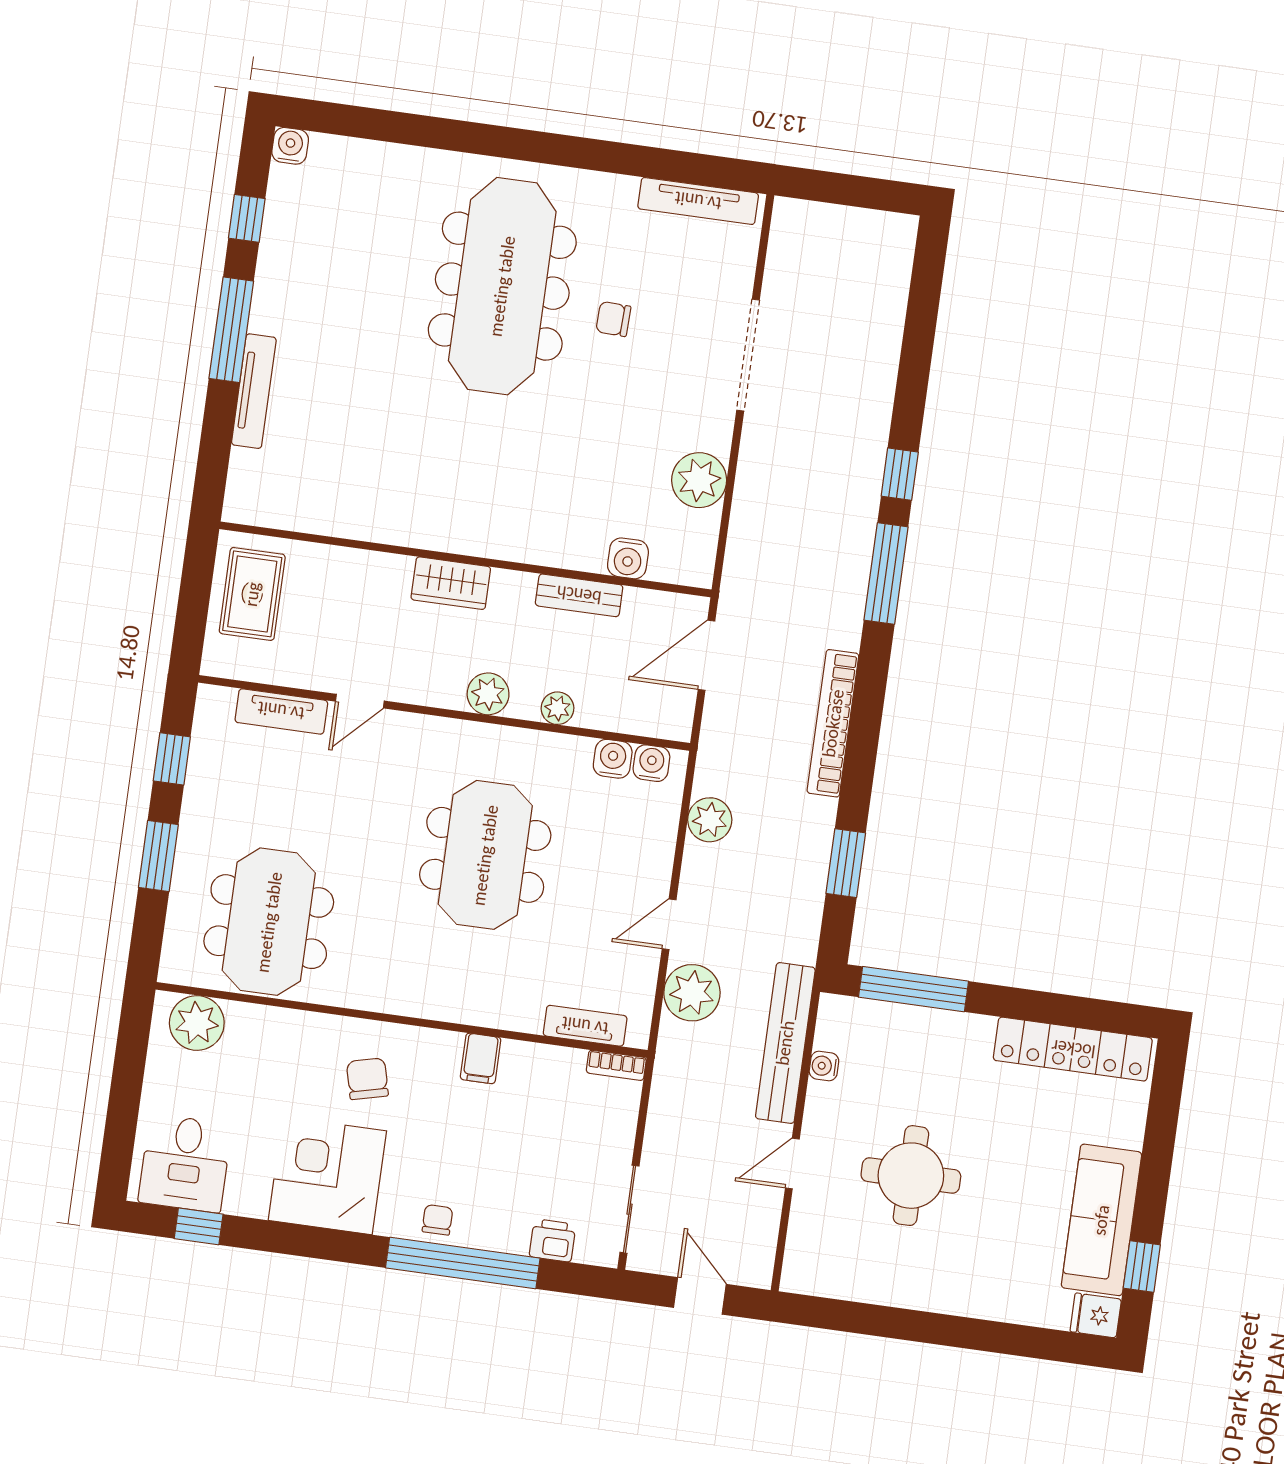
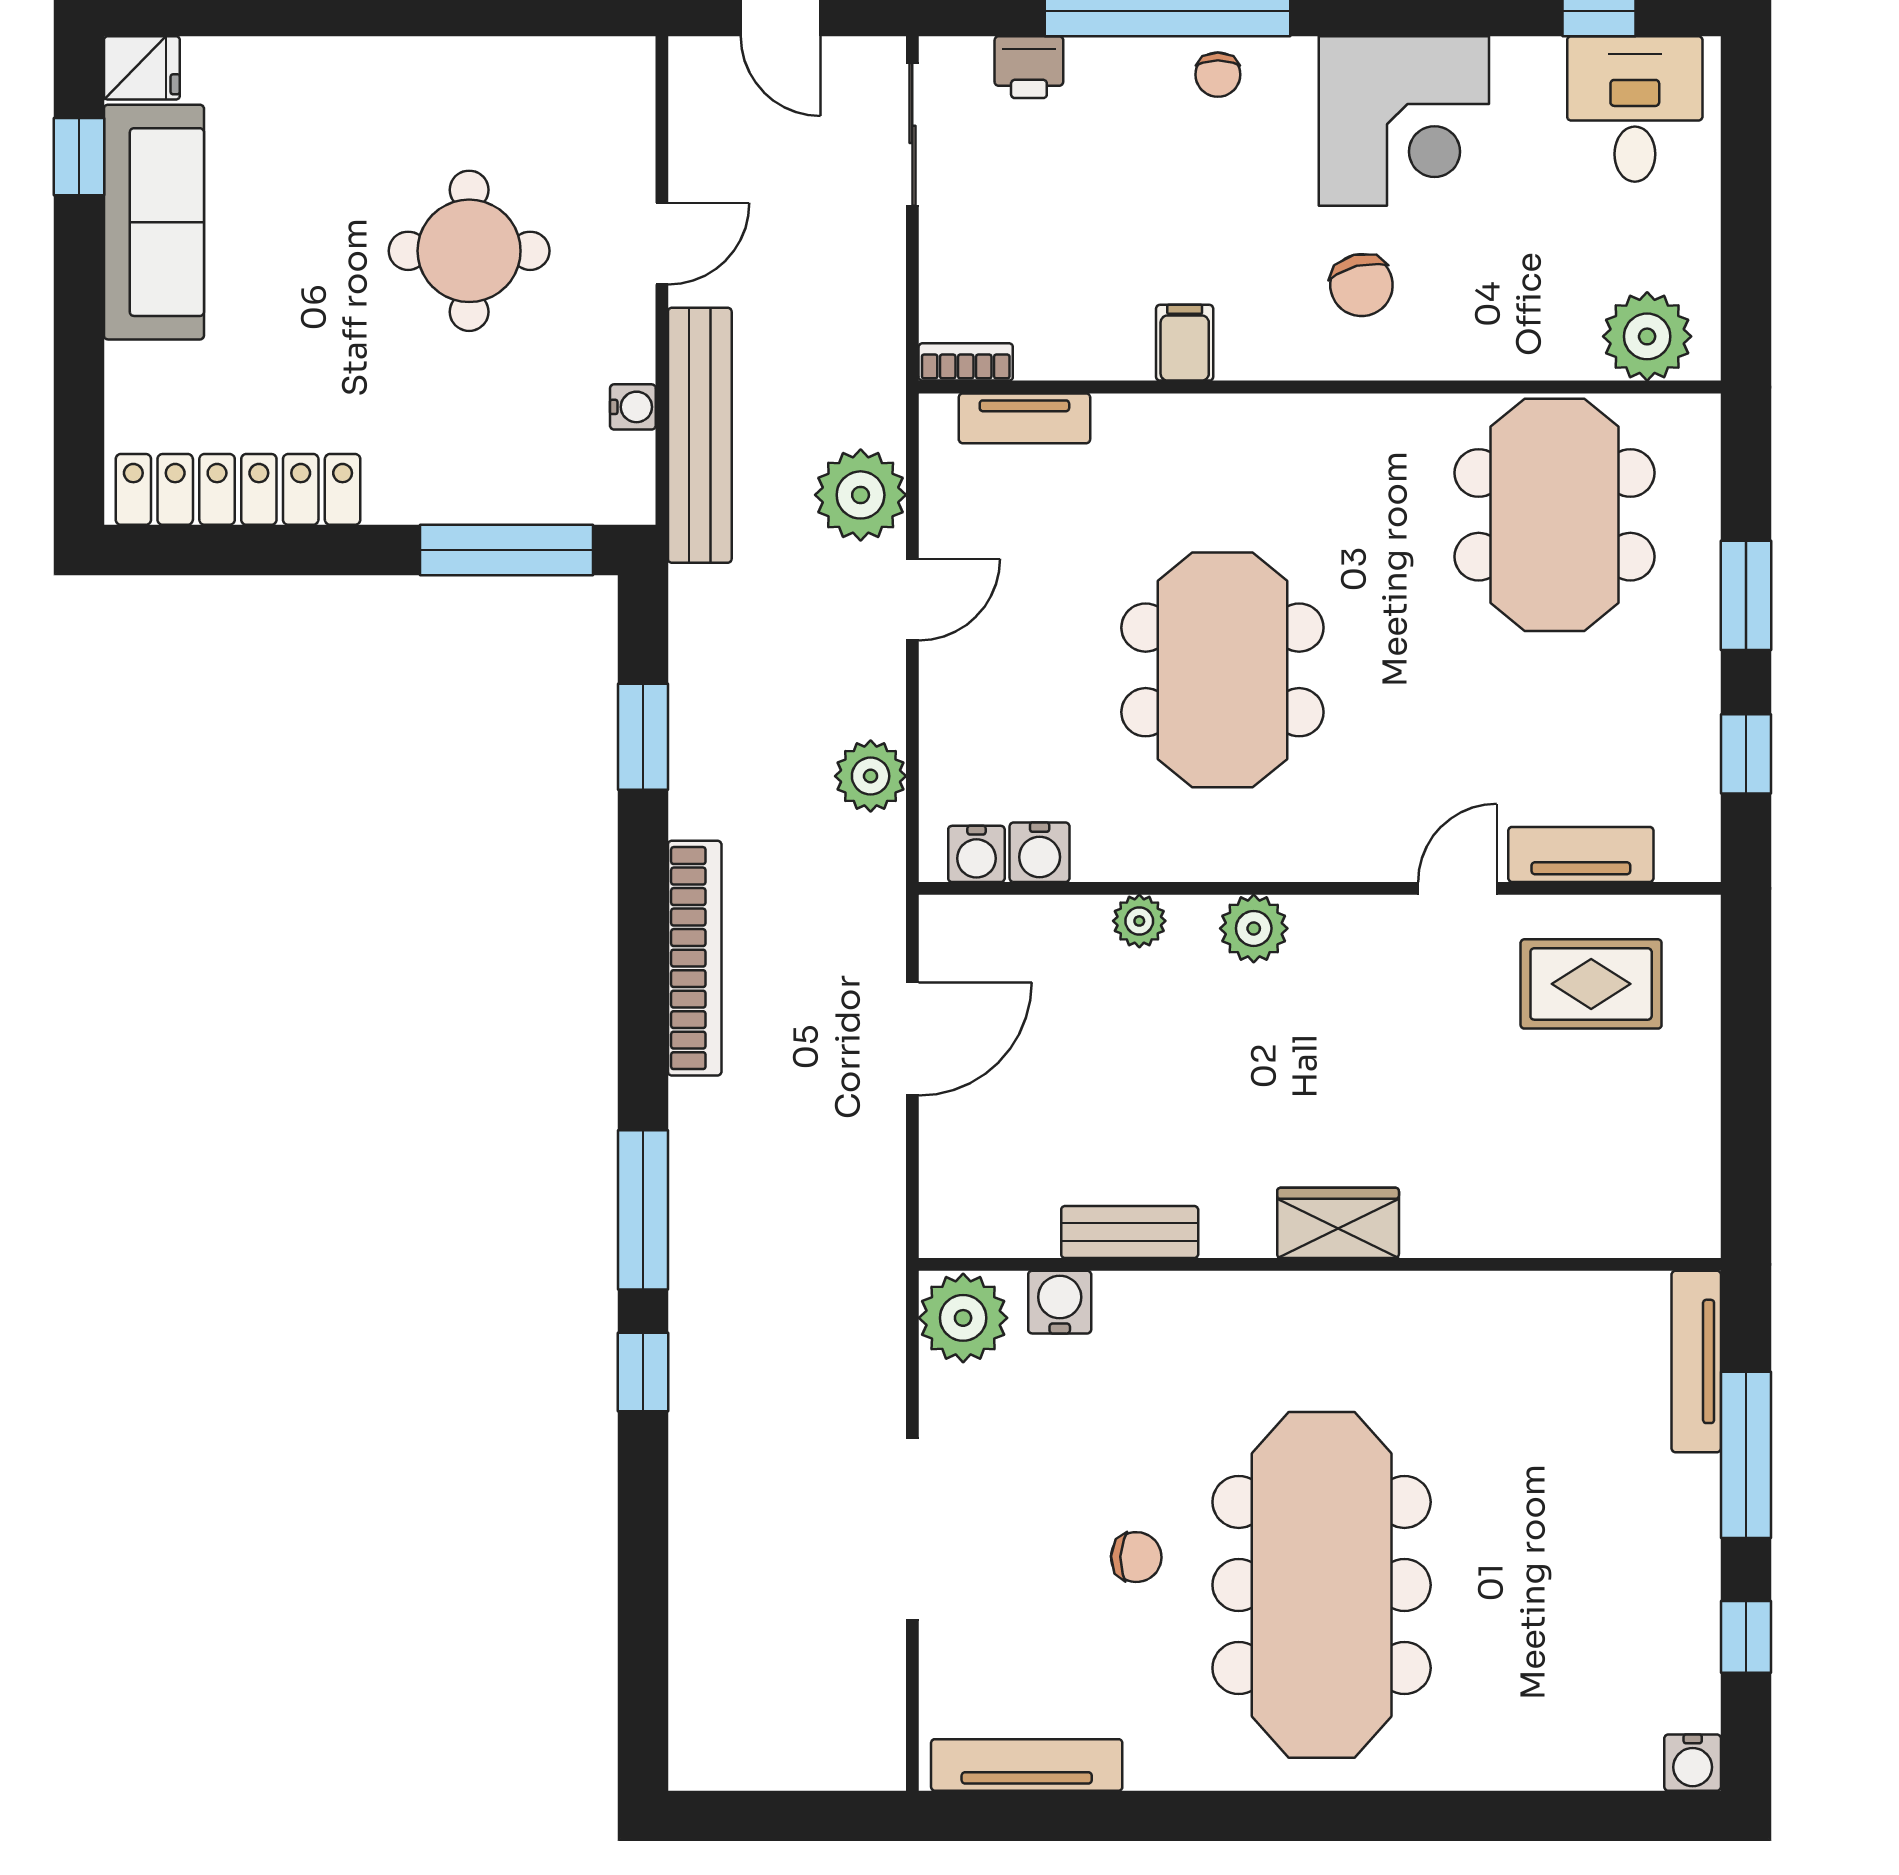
water cooler: (628, 558) -> (1060, 1302), moved
wall: (465, 559) -> (1320, 1264), moved
wardrobe: (451, 583) -> (1338, 1223), moved
rug: (252, 594) -> (1591, 984), moved, turned 90
bench: (579, 595) -> (1130, 1232), moved

